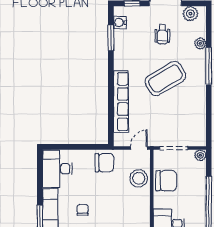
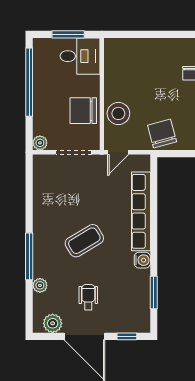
water cooler: (120, 23) -> (142, 260), moved
coffee table: (165, 78) -> (84, 241), width x0.73, depth x0.76
chair: (104, 163) -> (162, 133), turned 75

